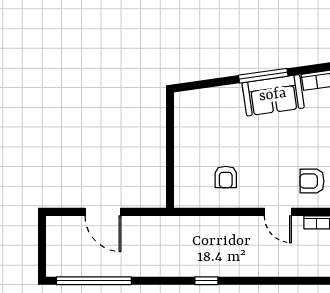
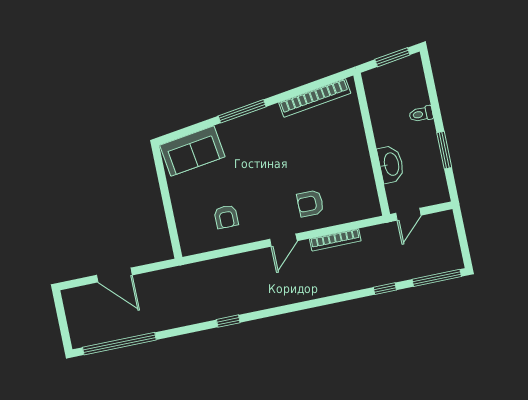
sofa: (273, 95) -> (192, 151), moved
door: (278, 212) -> (283, 240), hinge flipped

